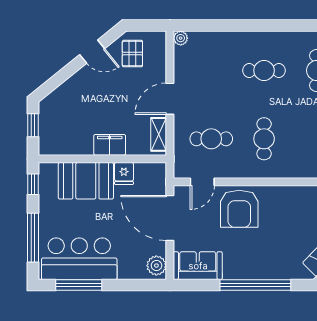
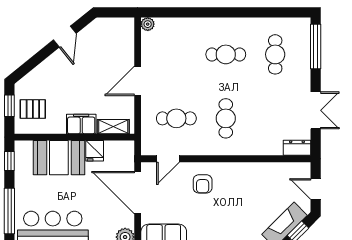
door: (92, 52) -> (65, 37), hinge flipped
pallet: (132, 54) -> (33, 109), moved, turned 90
shelving: (159, 134) -> (113, 127), moved, turned 90
armchair: (239, 209) -> (203, 184), width x0.53, depth x0.53

